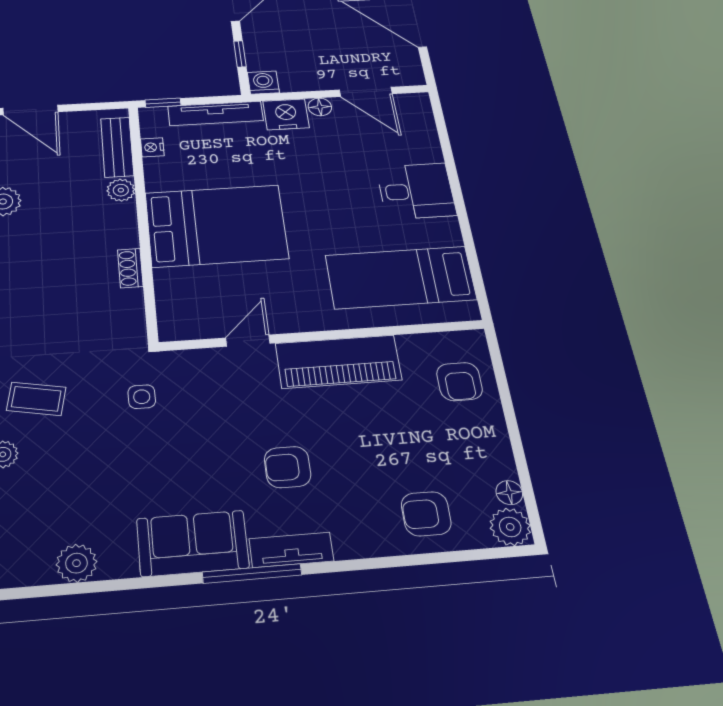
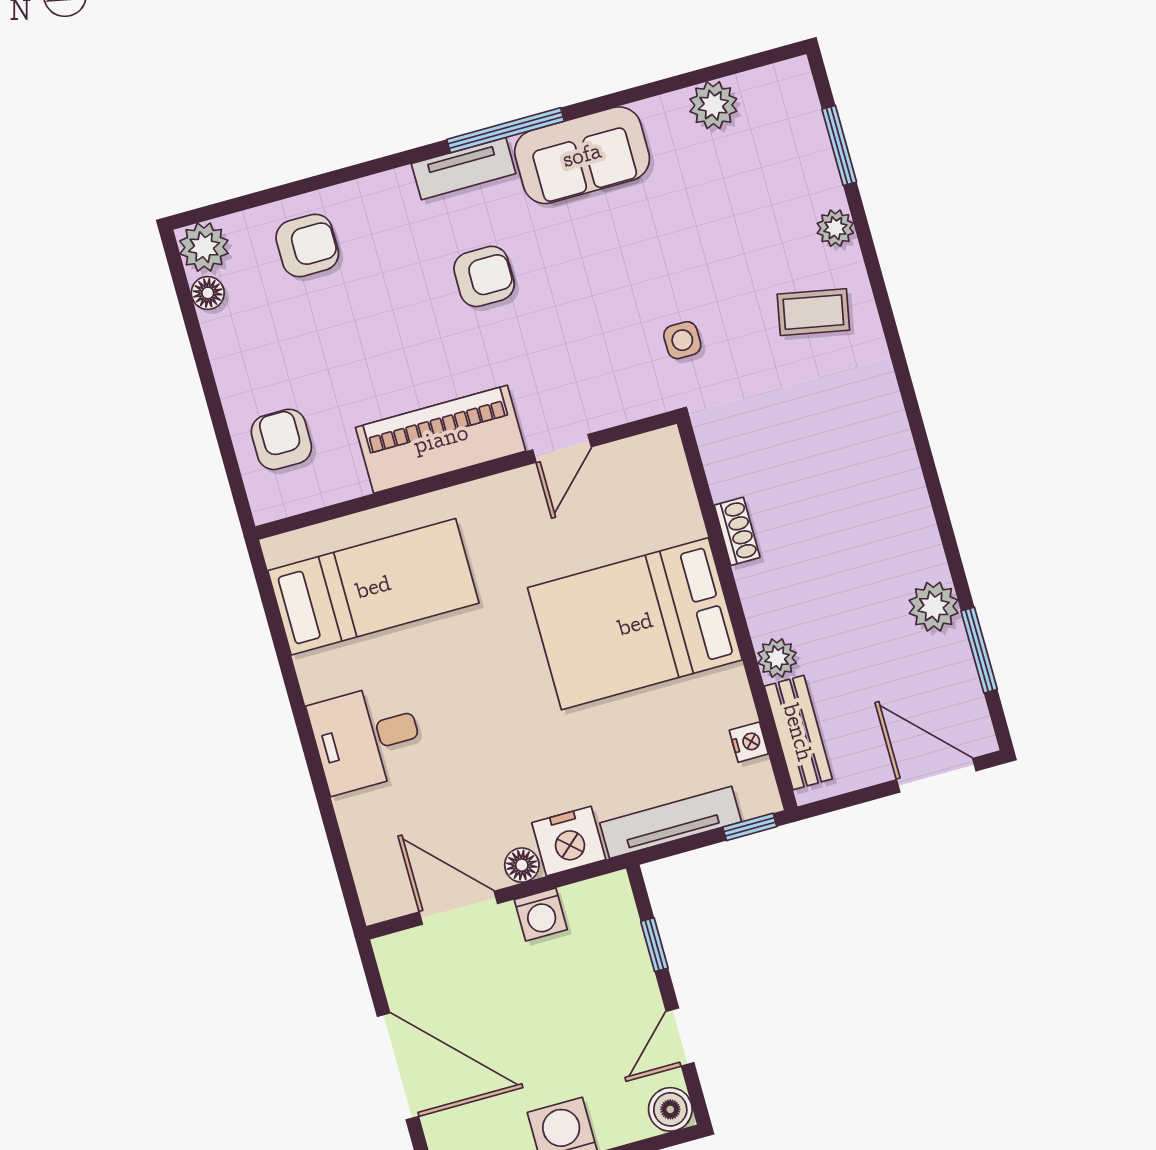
washing machine: (263, 83) -> (541, 915), moved

